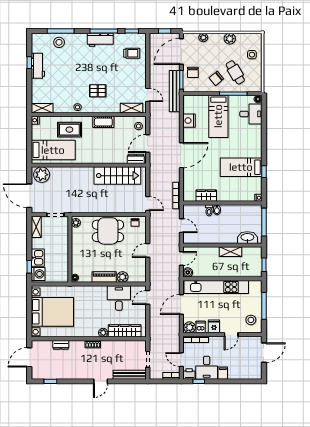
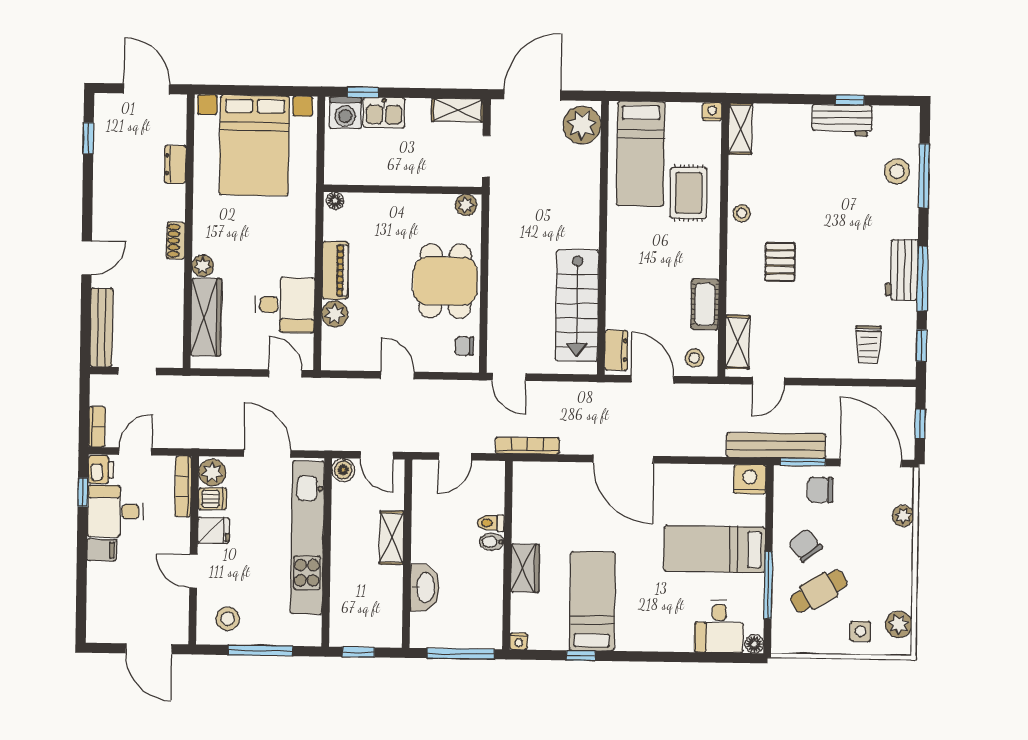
plant: (230, 39) -> (899, 624), moved
nightstand: (189, 121) -> (750, 479), moved
cot: (103, 122) -> (705, 304), moved
wardrobe: (206, 196) -> (525, 568), moved
door: (148, 203) -> (509, 377), hinge flipped
washbasin: (247, 238) -> (425, 588), moved
shelving: (231, 252) -> (392, 538), moved
door: (101, 381) -> (87, 258), swing flipped

